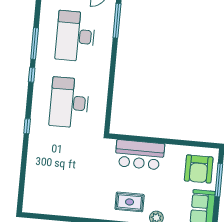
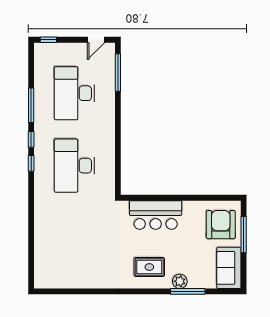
window: (27, 126) -> (31, 163), moved
armchair: (199, 169) -> (221, 225), turned 180

